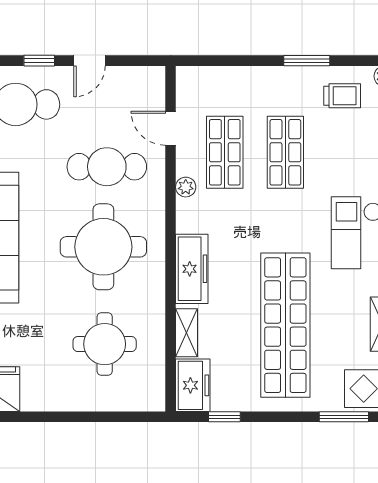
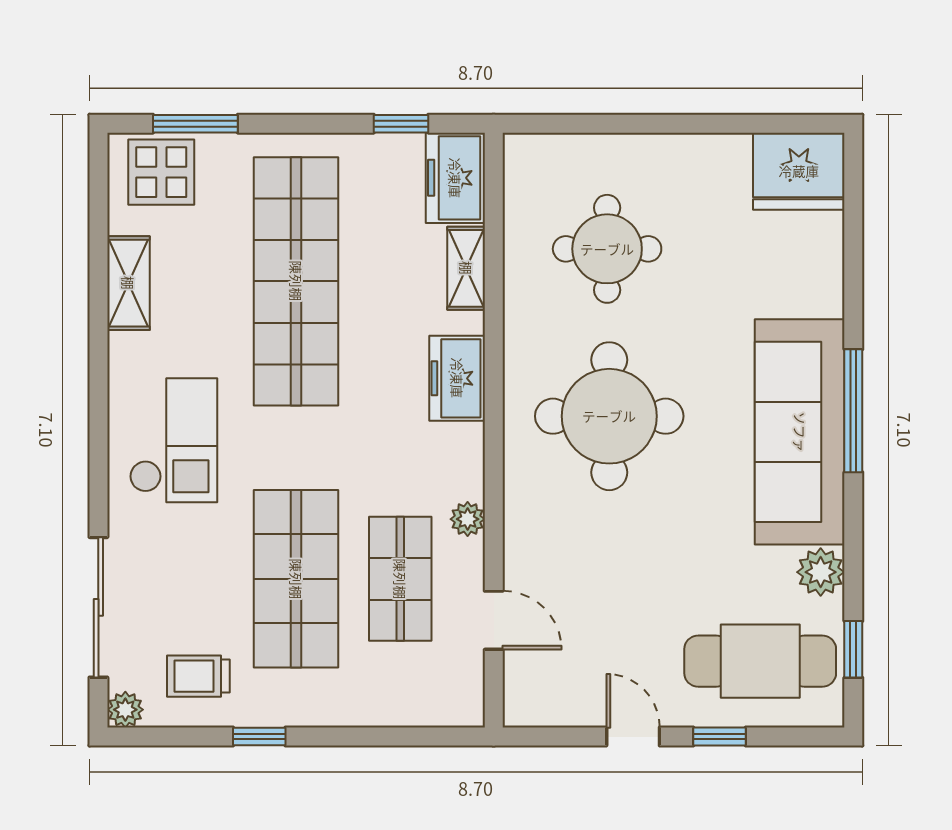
door: (89, 61) -> (633, 737), hinge flipped
window: (307, 61) -> (259, 737), width x0.67
shop shelf: (285, 152) -> (296, 579), width x1.43, depth x1.36
cafe table: (107, 167) -> (603, 554), removed
freezer: (192, 269) -> (457, 378), width x0.71

